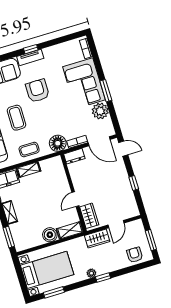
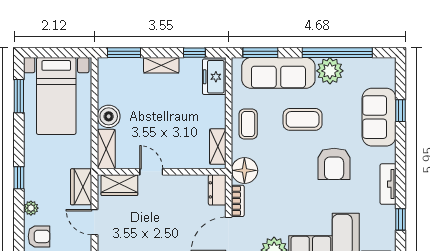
window: (31, 49) -> (401, 219), moved
tv unit: (30, 57) -> (388, 184), moved
armchair: (37, 91) -> (334, 164), turned 90
shelving: (29, 170) -> (218, 147), moved
plant: (91, 273) -> (31, 208), moved

